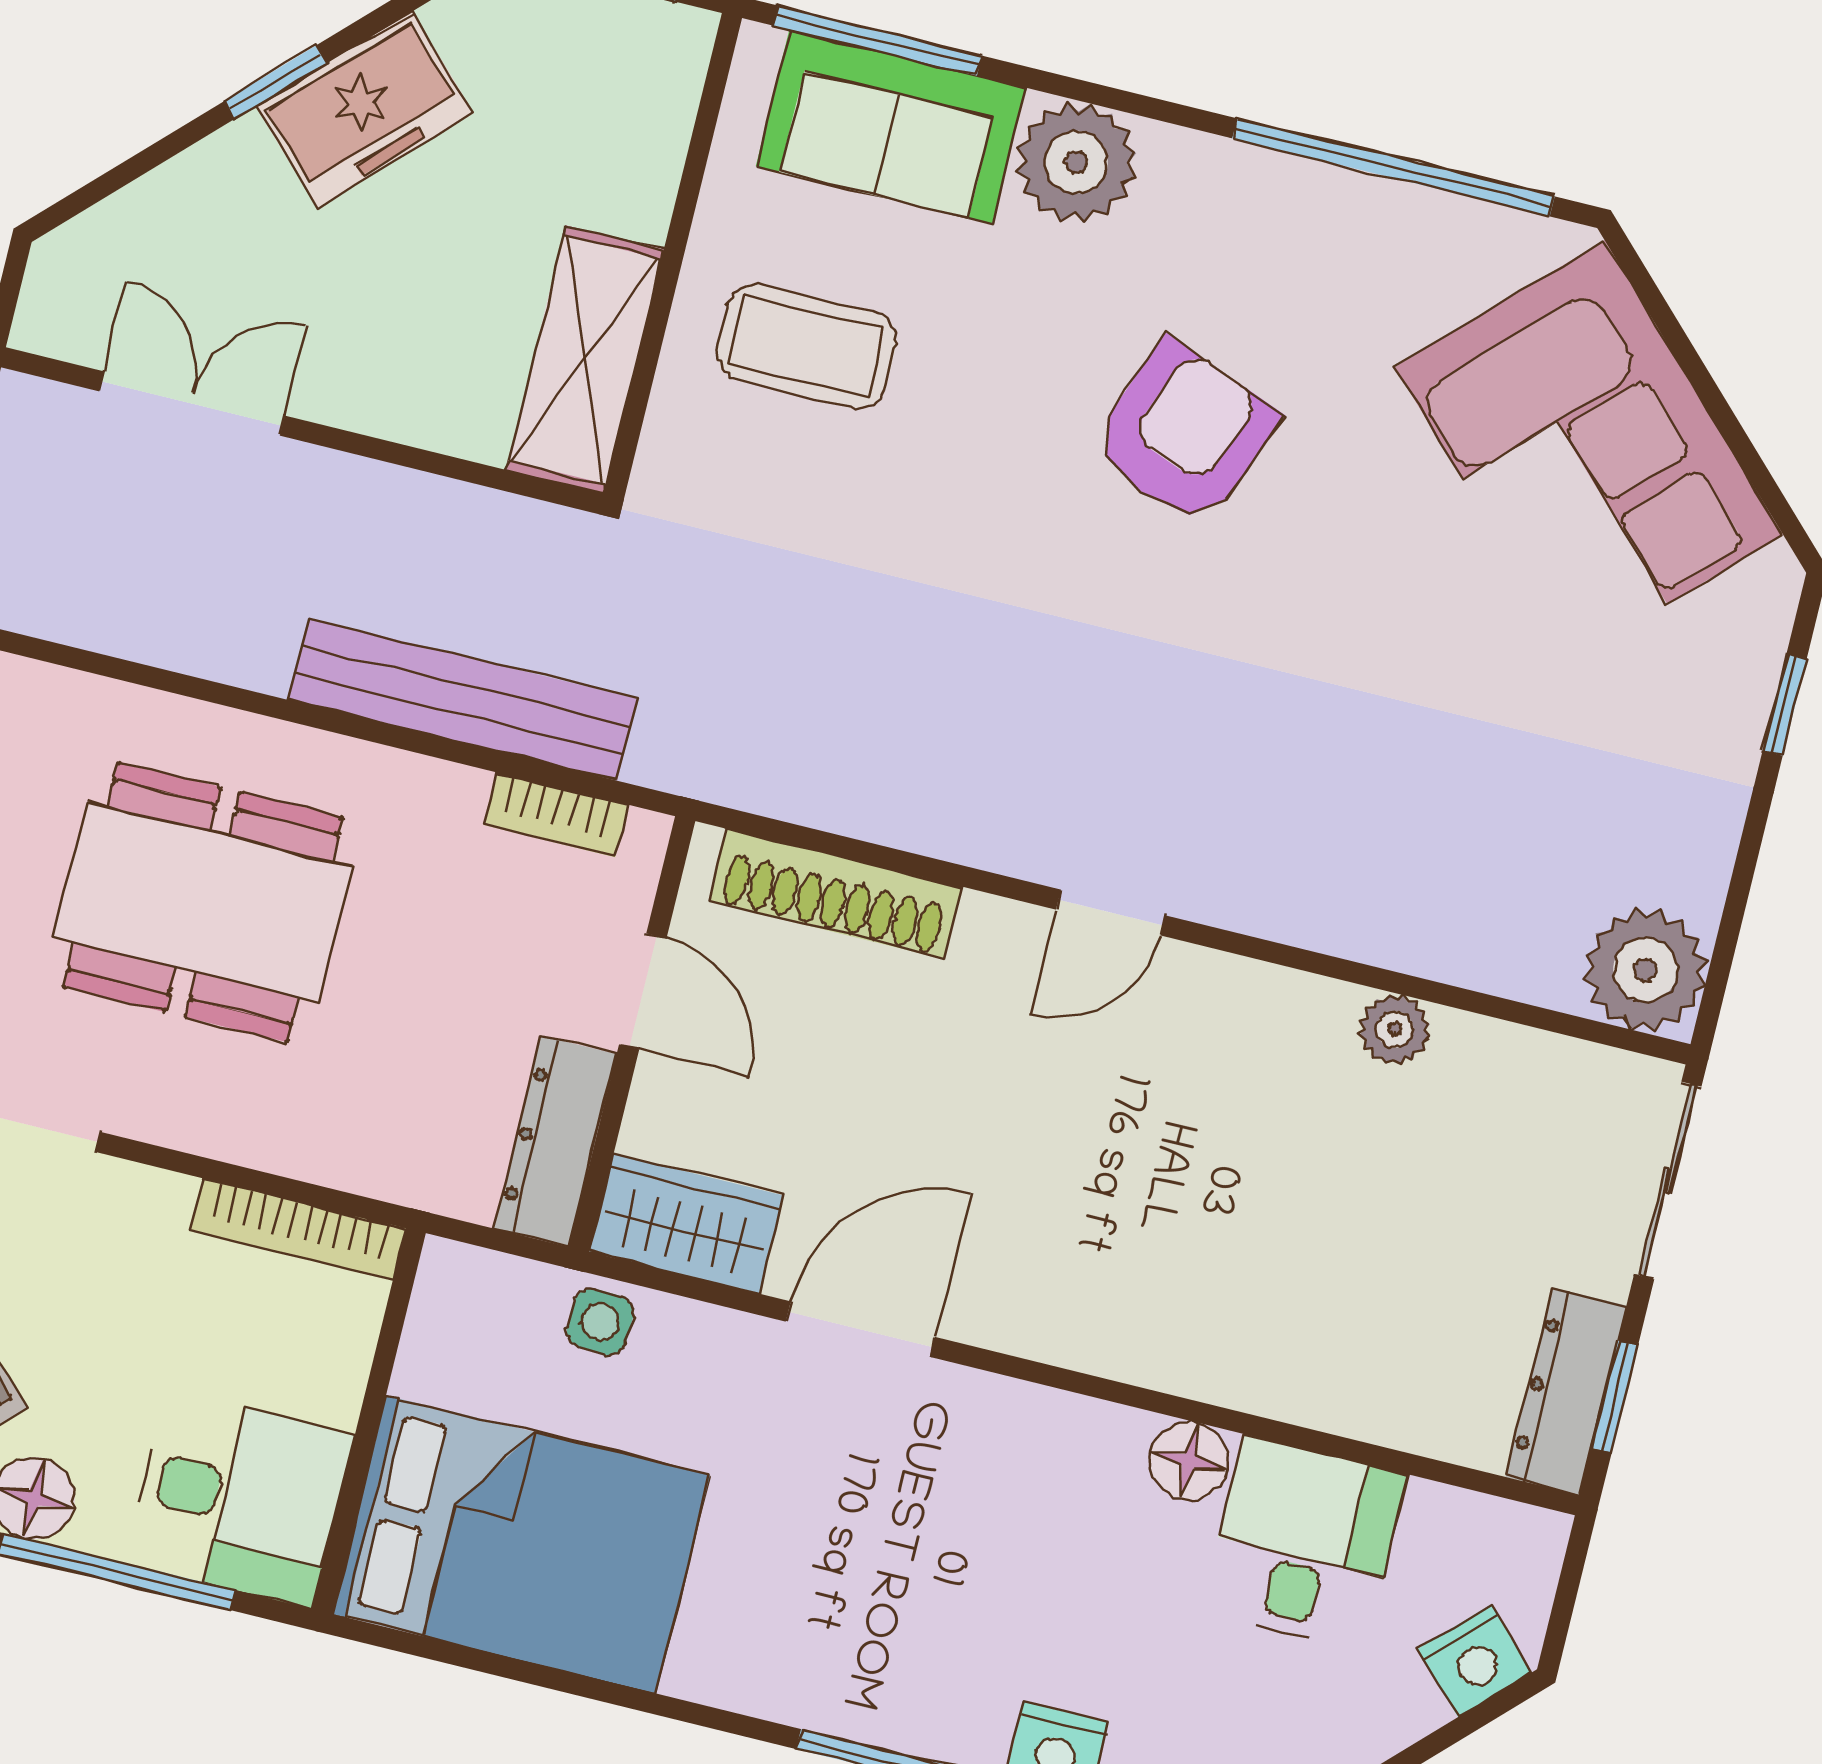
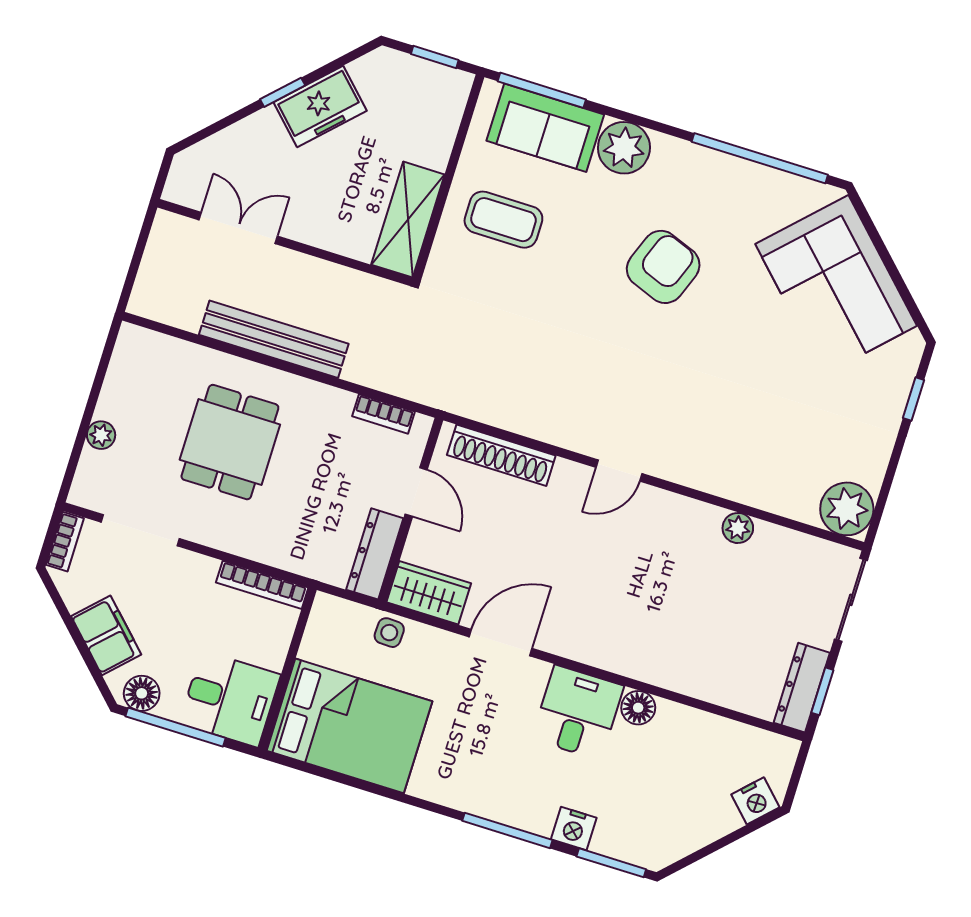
bench: (463, 699) -> (274, 339), moved
dining table: (203, 902) -> (230, 442), width x0.73
desk: (1304, 1543) -> (578, 712), moved

